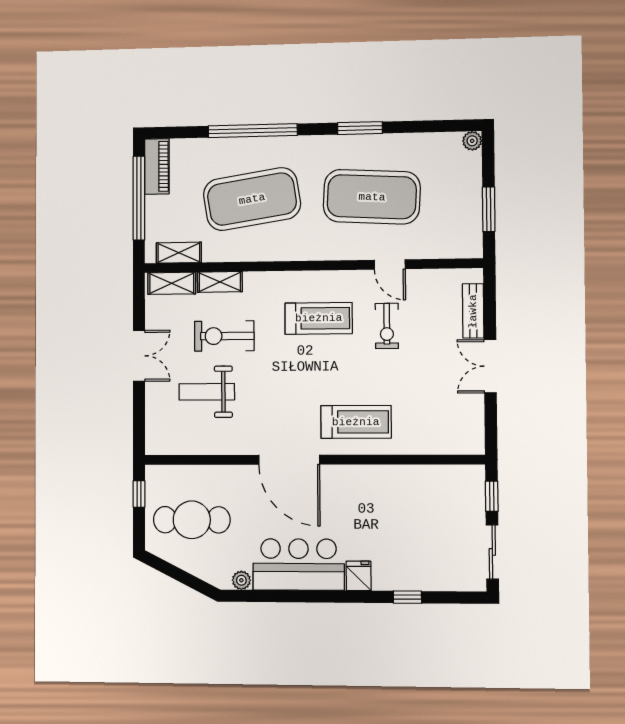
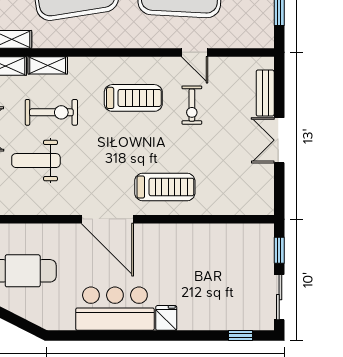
exercise bike: (224, 336) -> (51, 112), turned 180
plant: (241, 580) -> (66, 322), removed
window: (407, 597) -> (240, 336), moved

